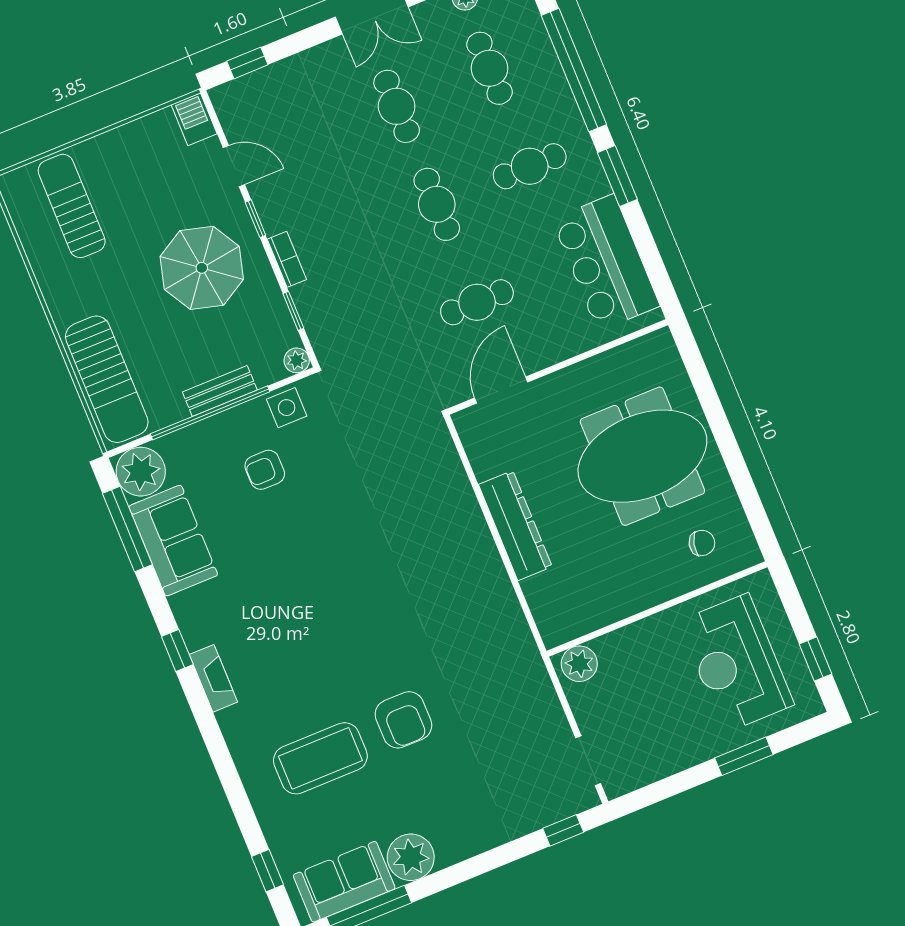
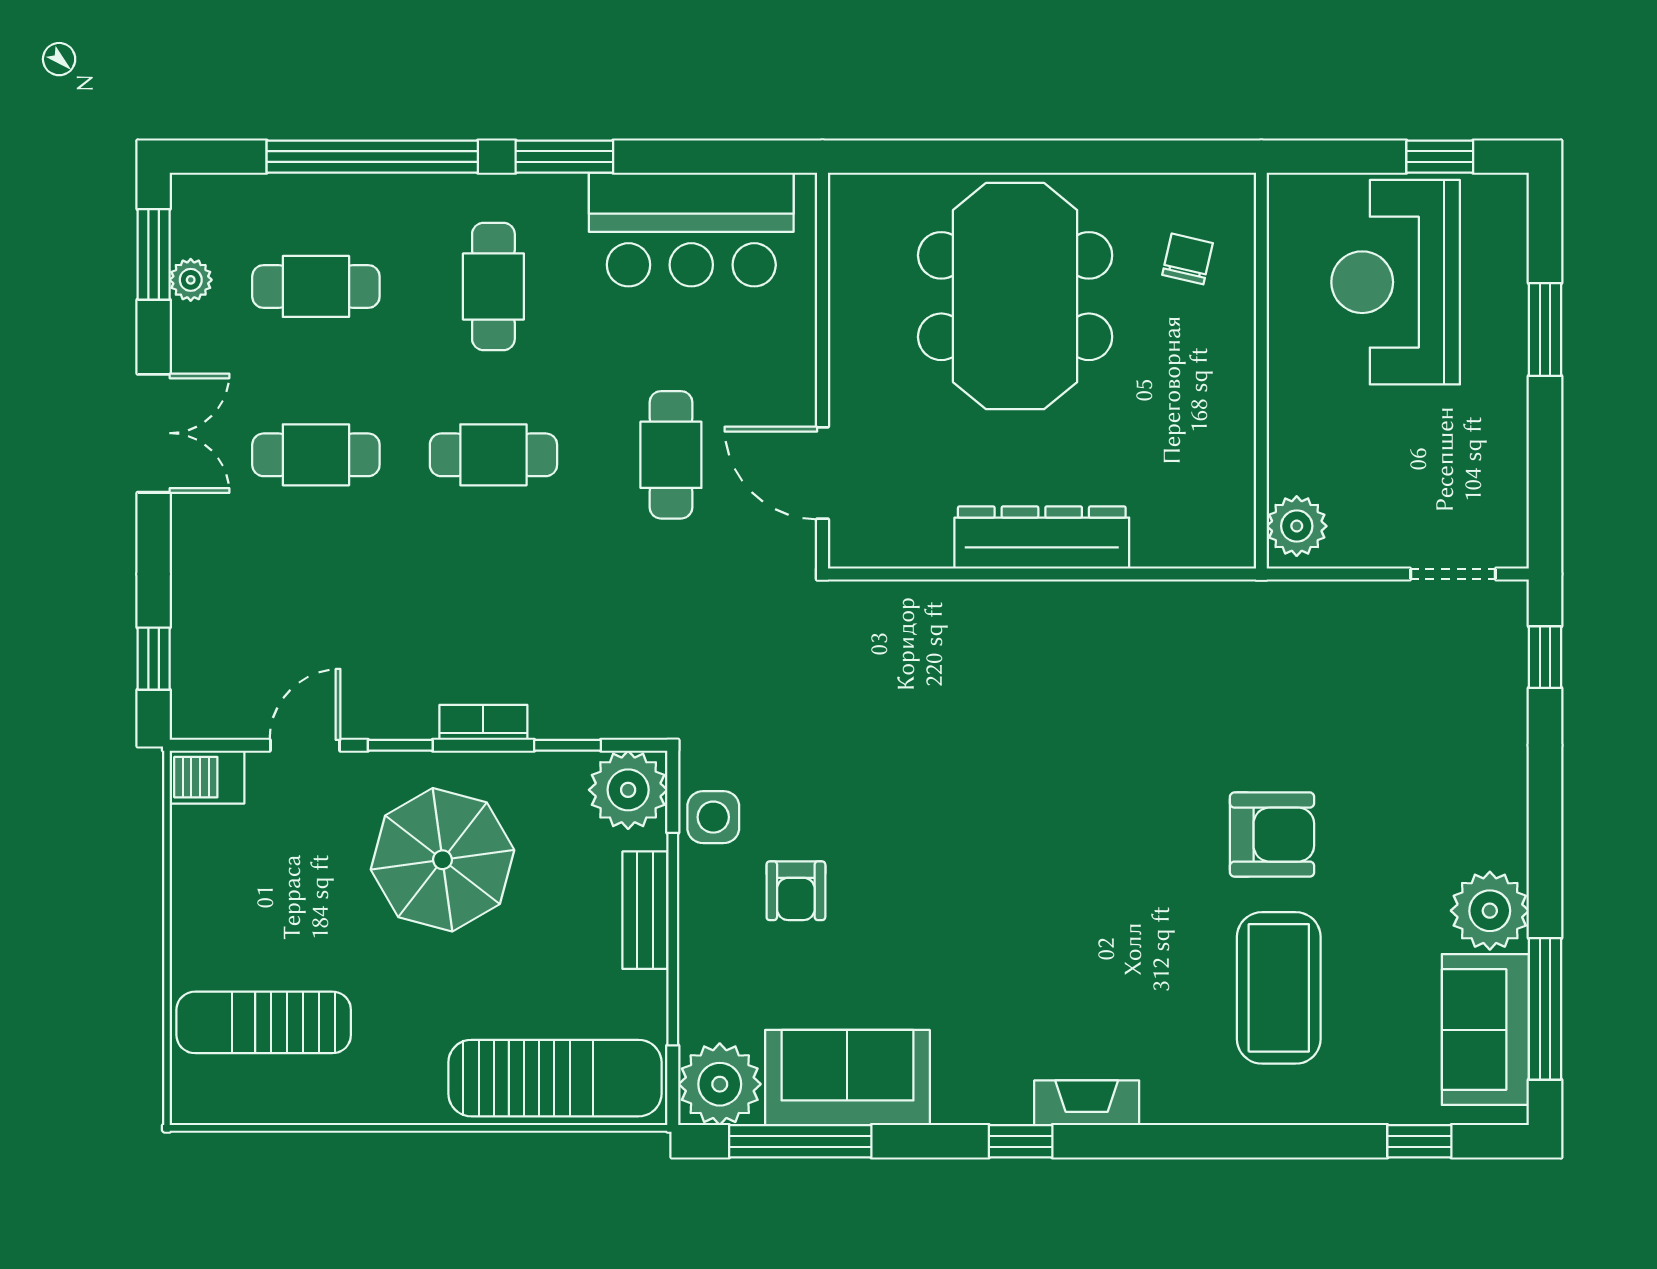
plant: (297, 360) -> (628, 790), width x1.87, depth x1.87
reception desk: (736, 663) -> (1396, 282), turned 90

